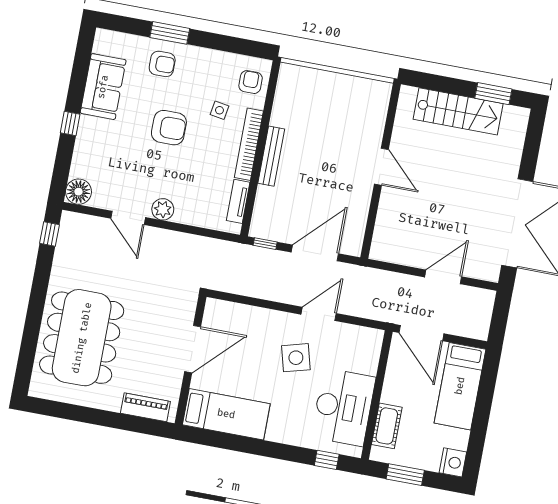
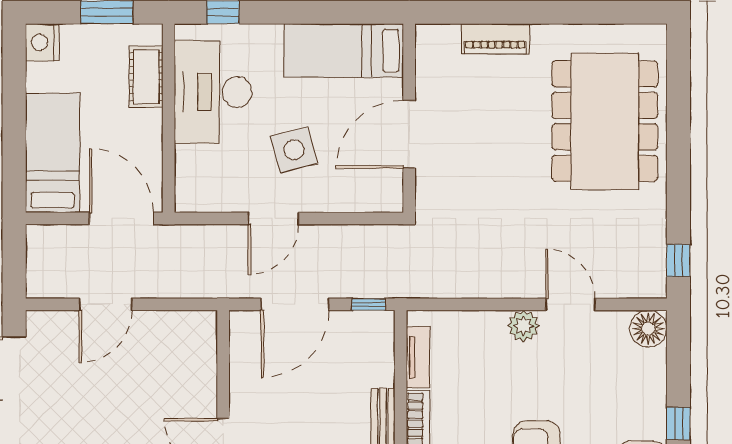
door: (193, 349) -> (409, 134), moved
wall: (191, 360) -> (409, 118), moved
bed: (226, 414) -> (344, 51), moved

